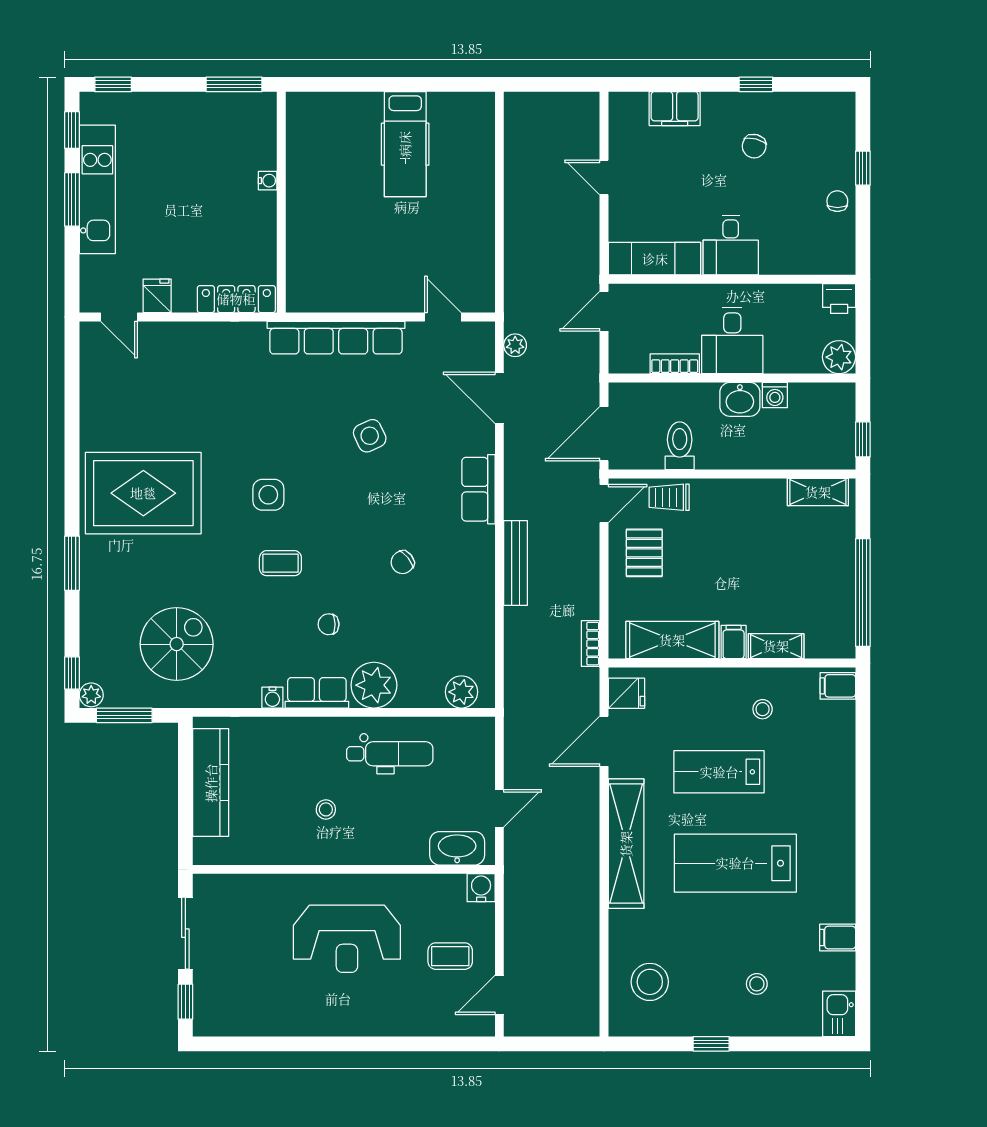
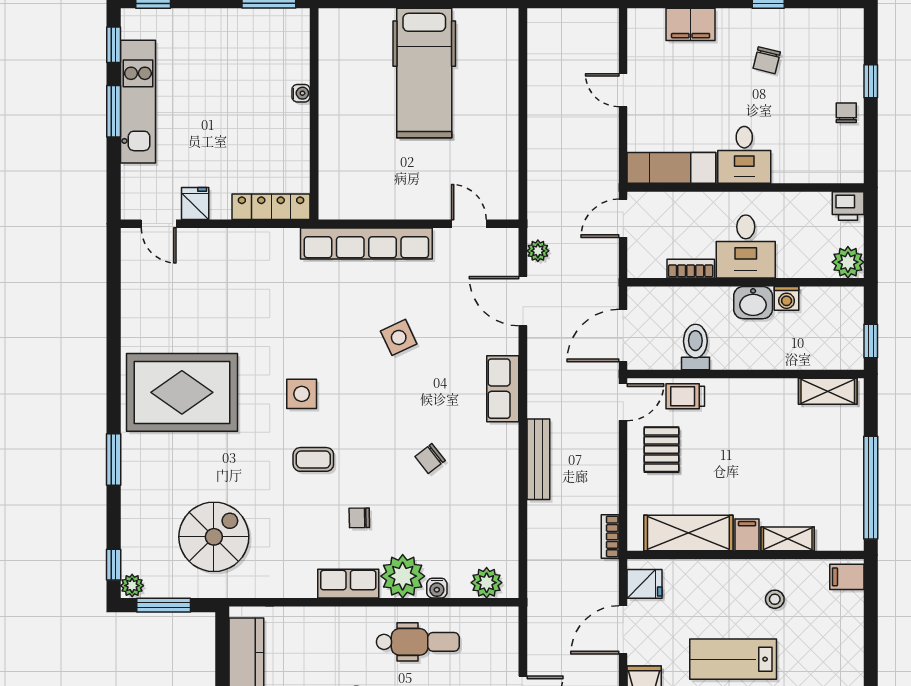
hospital bed: (405, 144) -> (424, 73), width x1.37, depth x1.29
water cooler: (272, 698) -> (437, 588), moved

